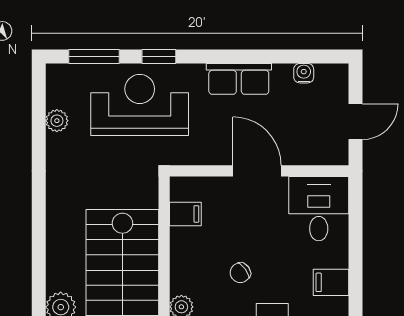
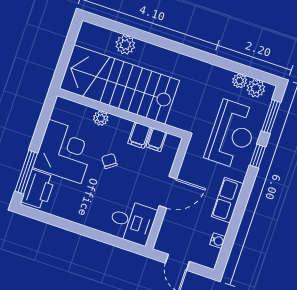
plant: (60, 93) -> (256, 88), added
filing cabinet: (331, 282) -> (139, 135), moved, turned 180

